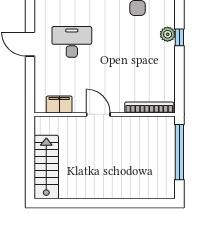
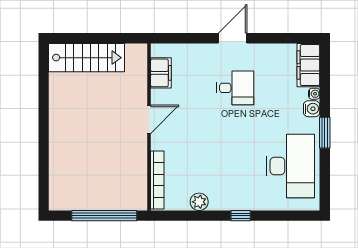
plant: (168, 34) -> (199, 202), moved
desk: (72, 42) -> (235, 88), width x0.73

